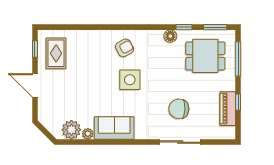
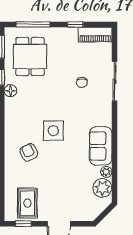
armchair: (125, 48) -> (29, 152), moved
rug: (56, 53) -> (27, 203), turned 90
chair: (179, 109) -> (82, 82), width x0.54, depth x0.54
piano: (228, 109) -> (95, 35), moved

